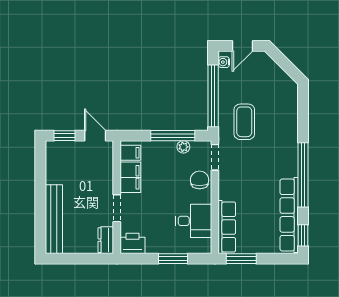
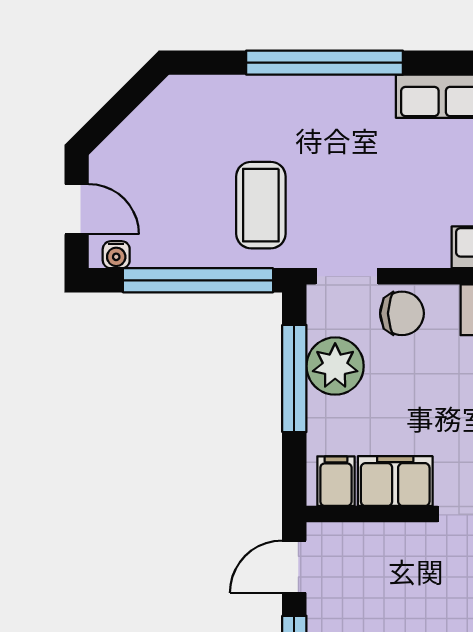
coffee table: (244, 122) -> (261, 205), turned 90
plant: (183, 147) -> (335, 366), width x1.88, depth x1.88
window: (303, 175) -> (324, 63), moved
chair: (200, 180) -> (402, 313), turned 180

